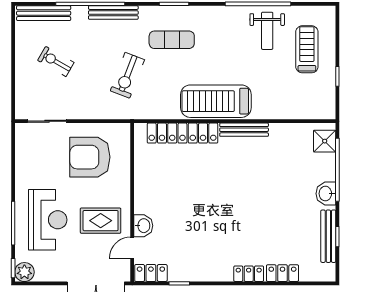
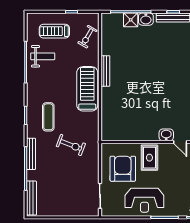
exercise bike: (56, 61) -> (87, 37), moved
treadmill: (216, 101) -> (87, 89), turned 180
locker: (182, 133) -> (108, 110), removed
shower: (325, 141) -> (131, 20), moved
armchair: (90, 157) -> (123, 169), turned 180
reception desk: (48, 220) -> (144, 200), moved, turned 180
rug: (101, 221) -> (149, 158), moved

